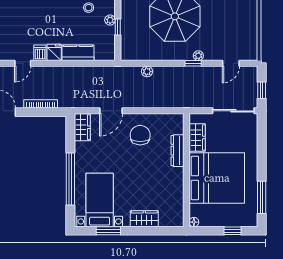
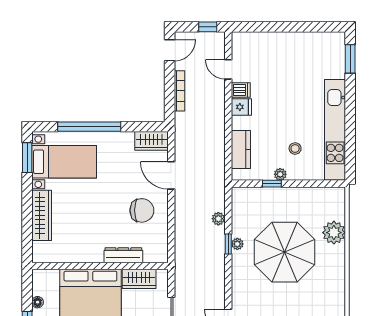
kitchen counter: (78, 53) -> (241, 150), moved
plant: (198, 56) -> (237, 244), moved
window: (193, 63) -> (228, 244), moved
wardrobe: (144, 219) -> (42, 215), width x1.50
floor lamp: (194, 222) -> (38, 302), moved
window: (108, 231) -> (27, 158), moved

